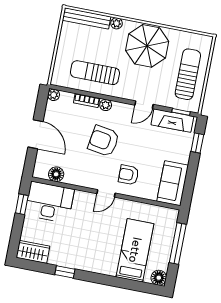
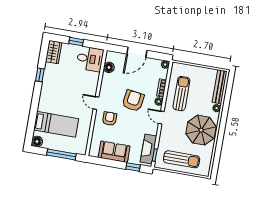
door: (144, 105) -> (161, 118), moved
sofa: (173, 183) -> (114, 152), moved
desk: (50, 202) -> (90, 59), width x0.73
window: (22, 204) -> (76, 42), moved

